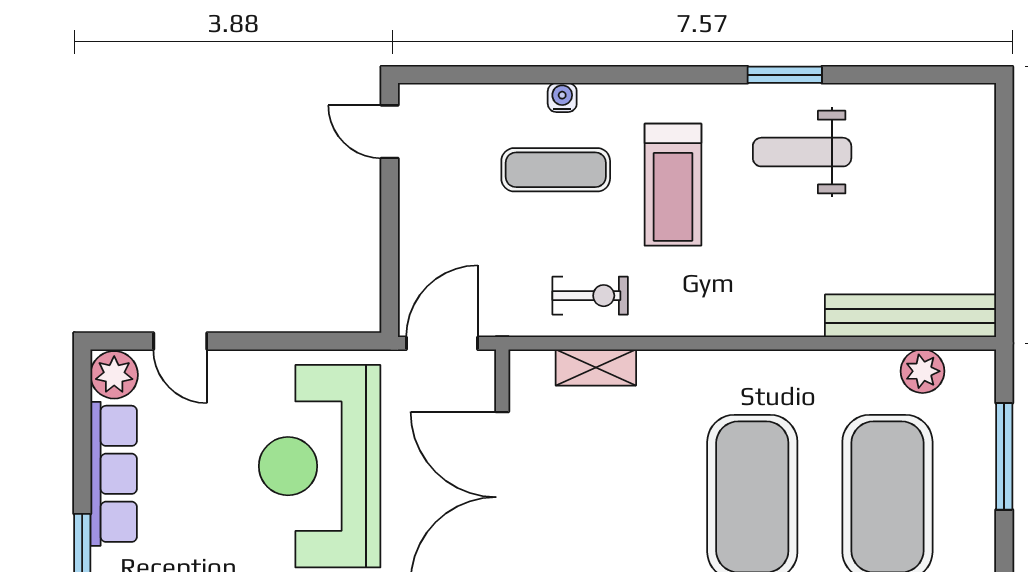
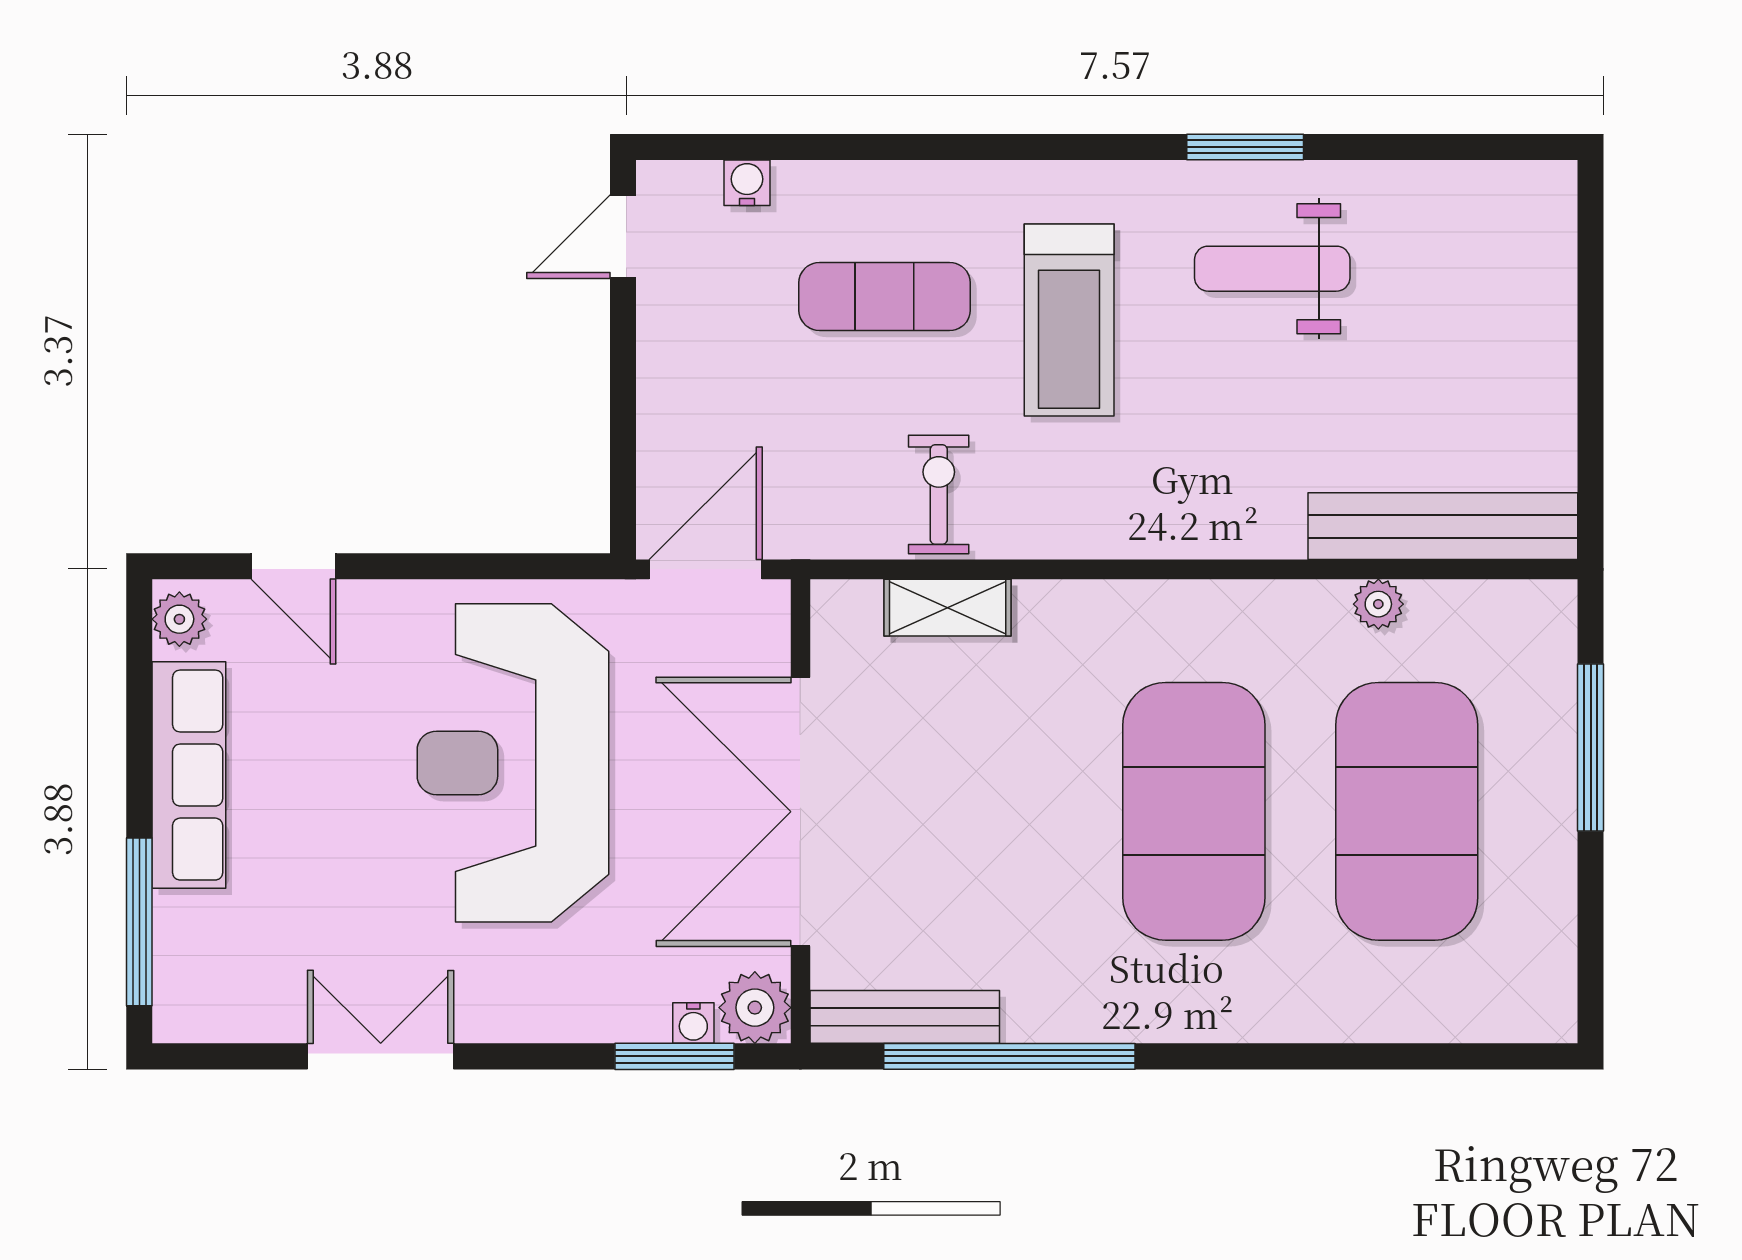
water cooler: (562, 98) -> (747, 183), moved
door: (390, 132) -> (623, 237), hinge flipped
exercise bike: (590, 296) -> (939, 494), turned -90
plant: (923, 371) -> (1378, 604), moved, width x0.73, depth x0.73
plant: (114, 375) -> (179, 619), width x0.73, depth x0.73

